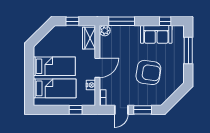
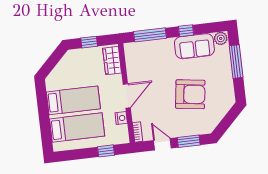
window: (165, 21) -> (186, 31), moved
plant: (105, 31) -> (221, 38), moved
door: (121, 110) -> (162, 144), swing flipped

